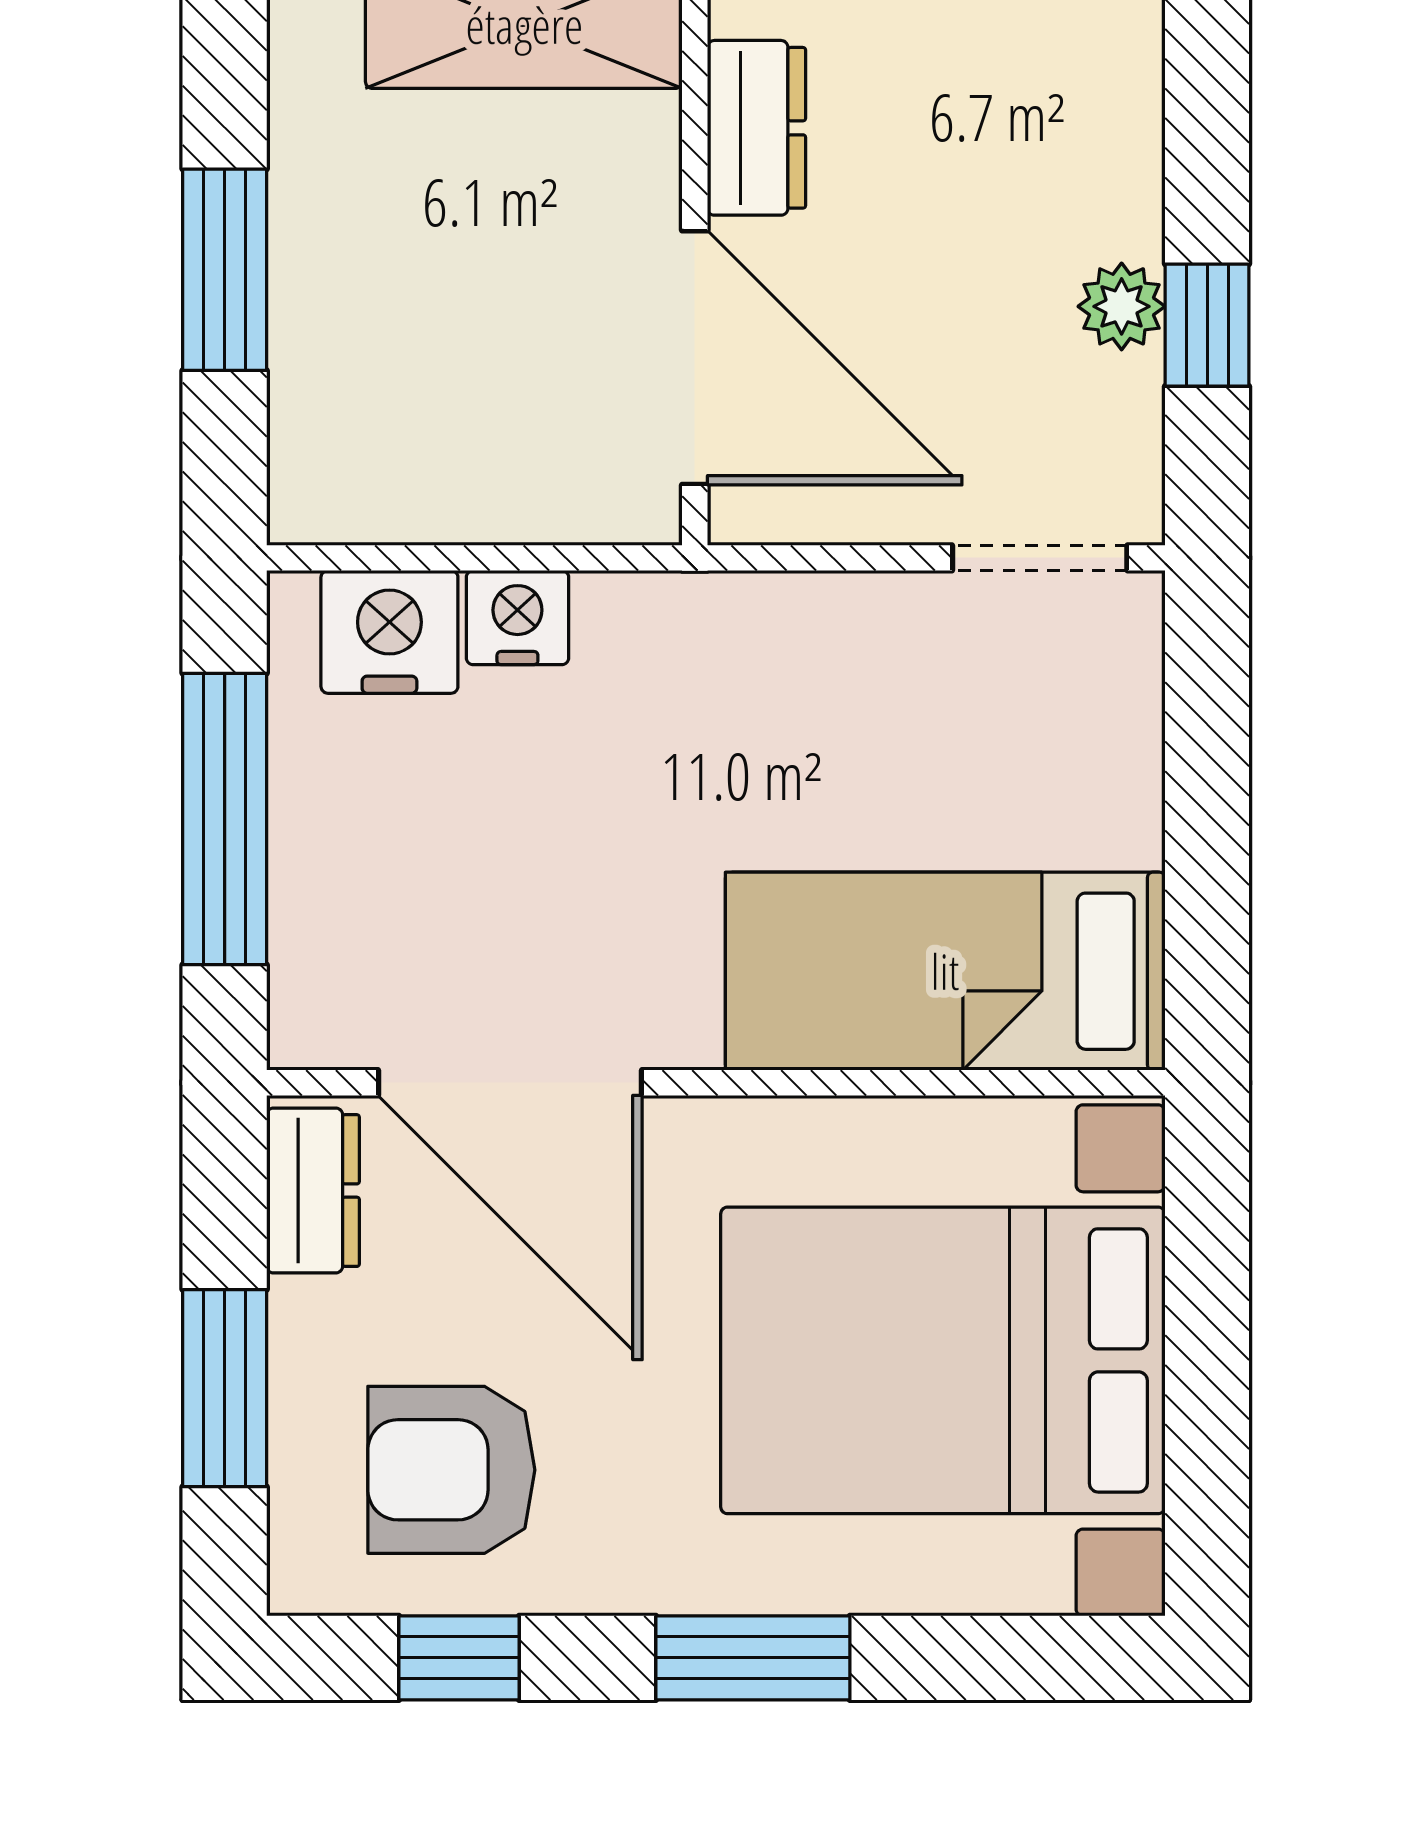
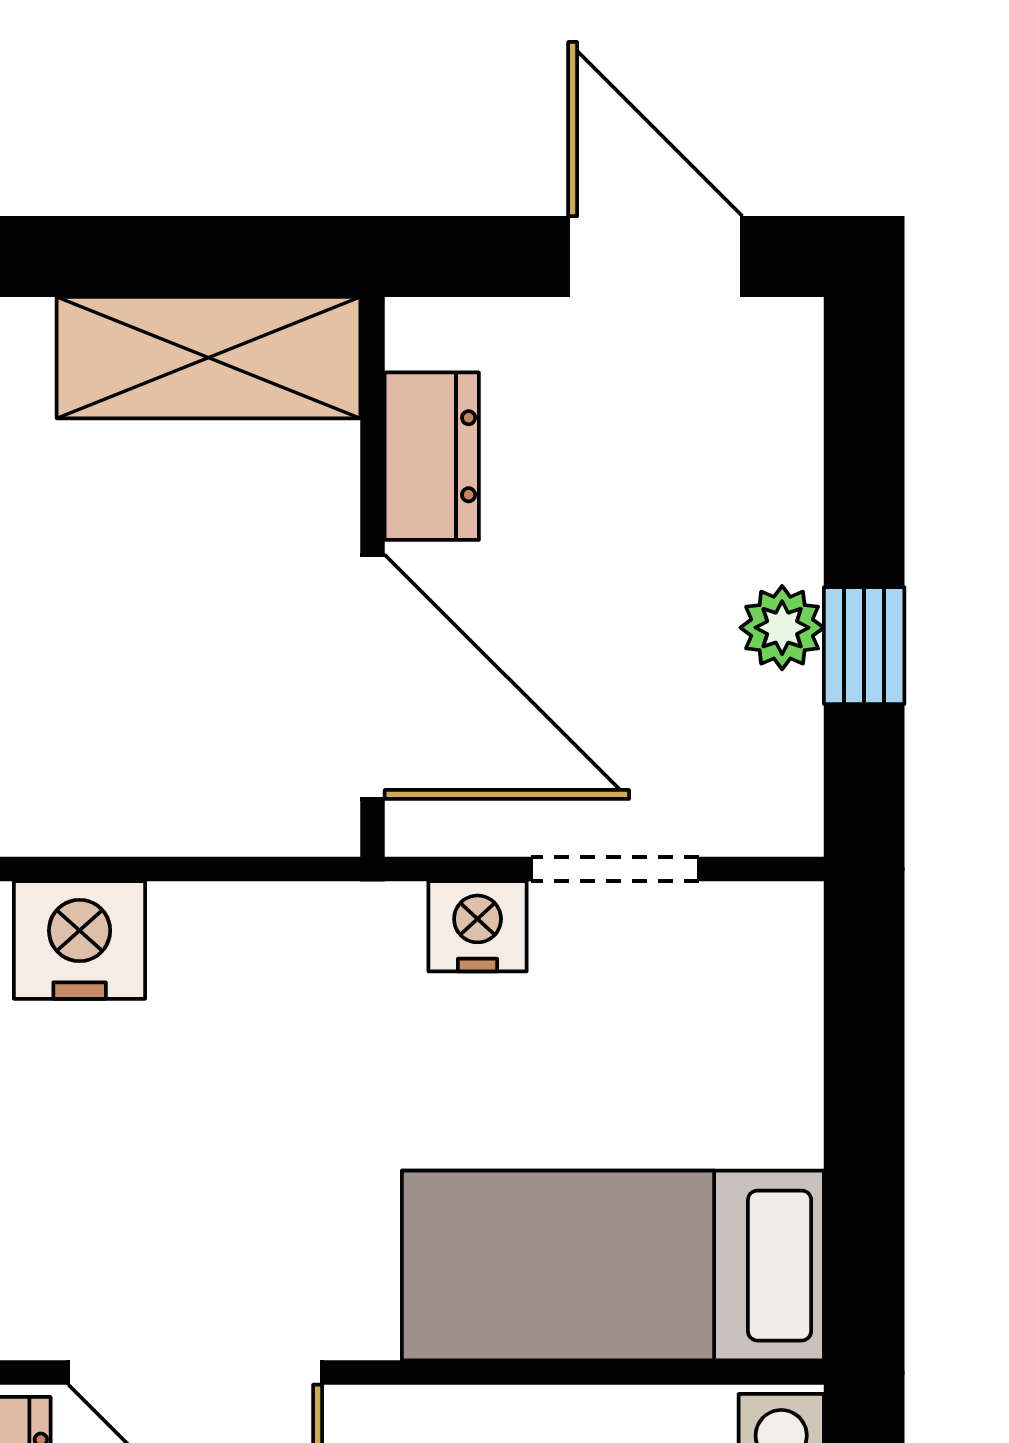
doorway: (1040, 558) -> (615, 869), moved
nightstand: (517, 618) -> (478, 926), moved

